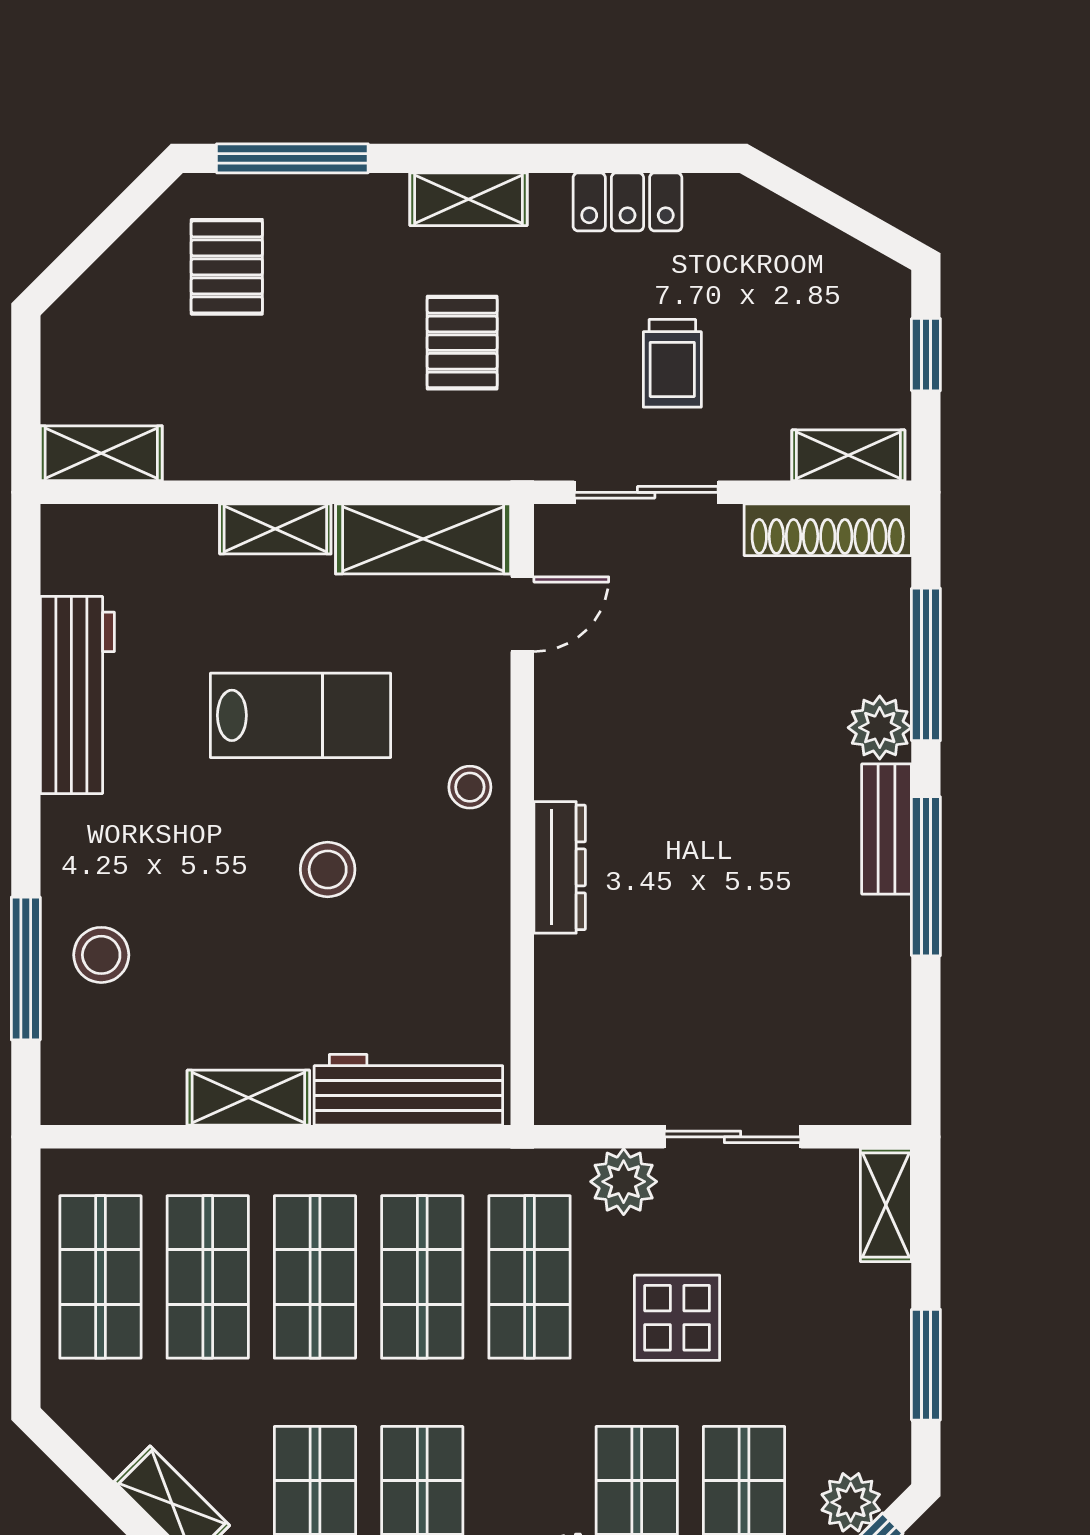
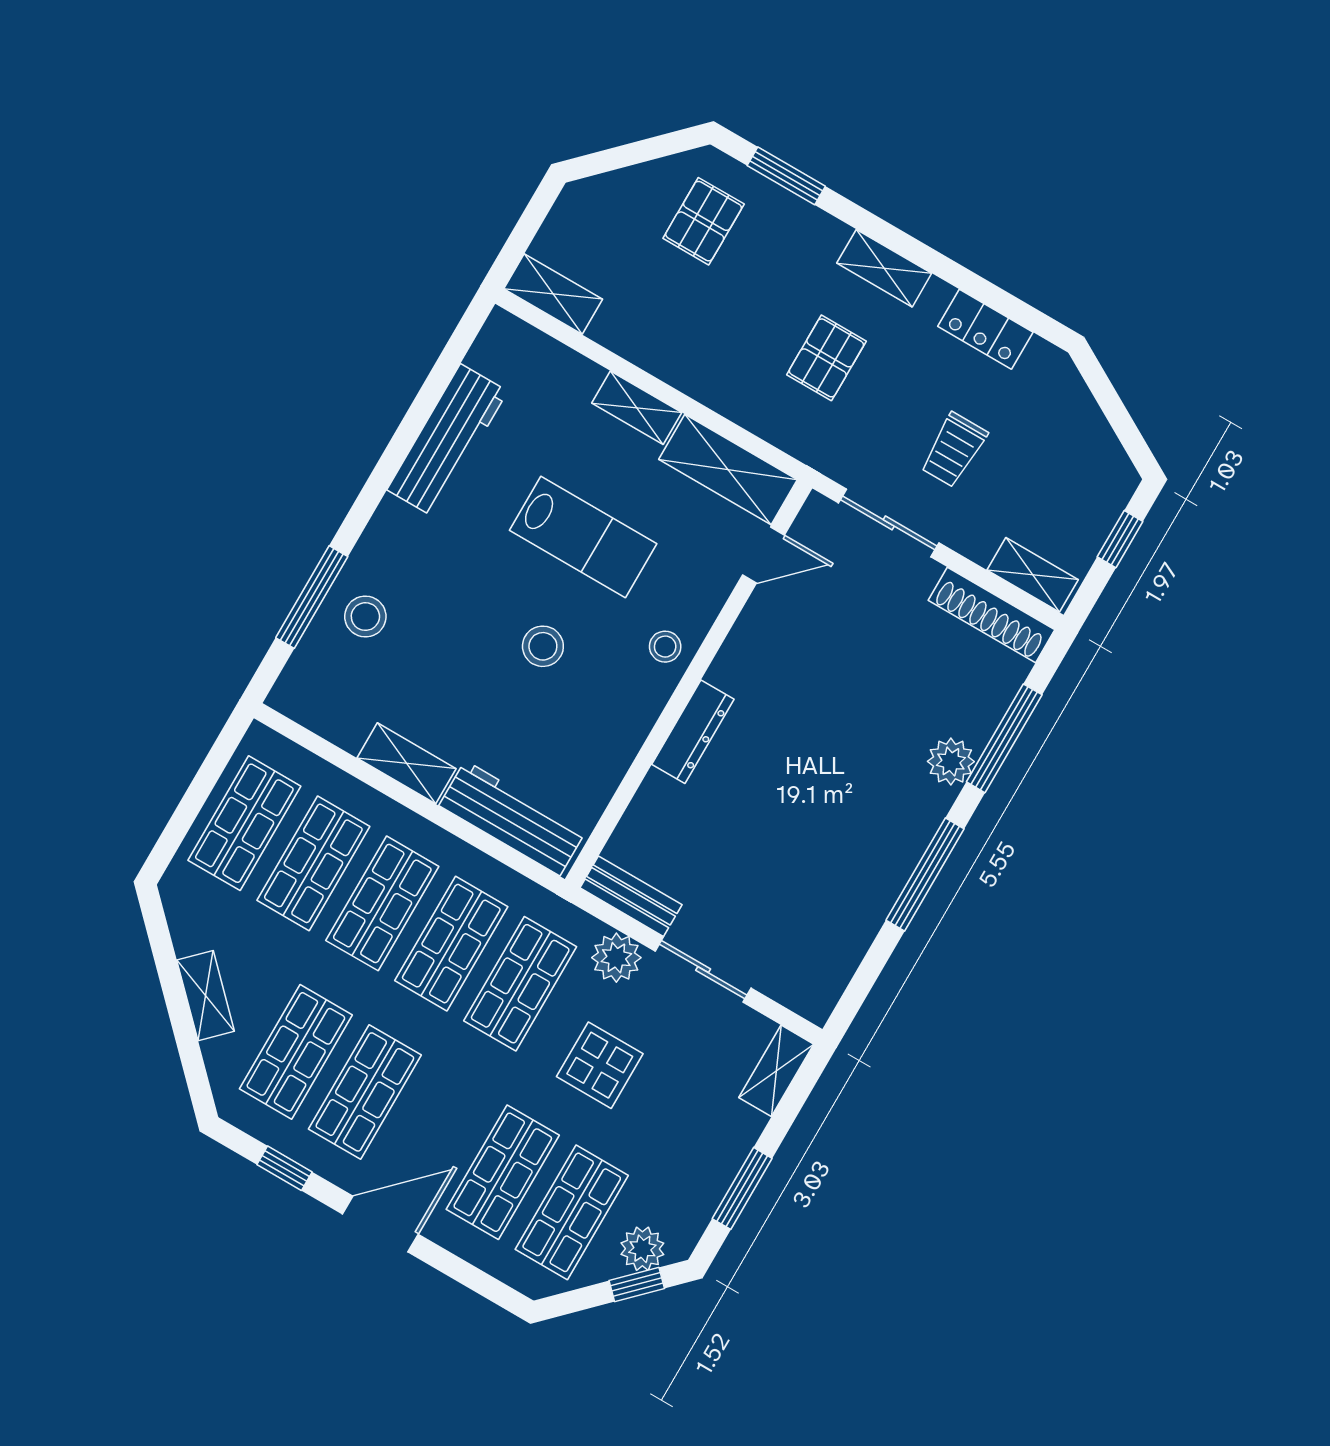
window: (292, 158) -> (786, 176), width x0.69
bench: (887, 829) -> (631, 896), moved, turned 90

